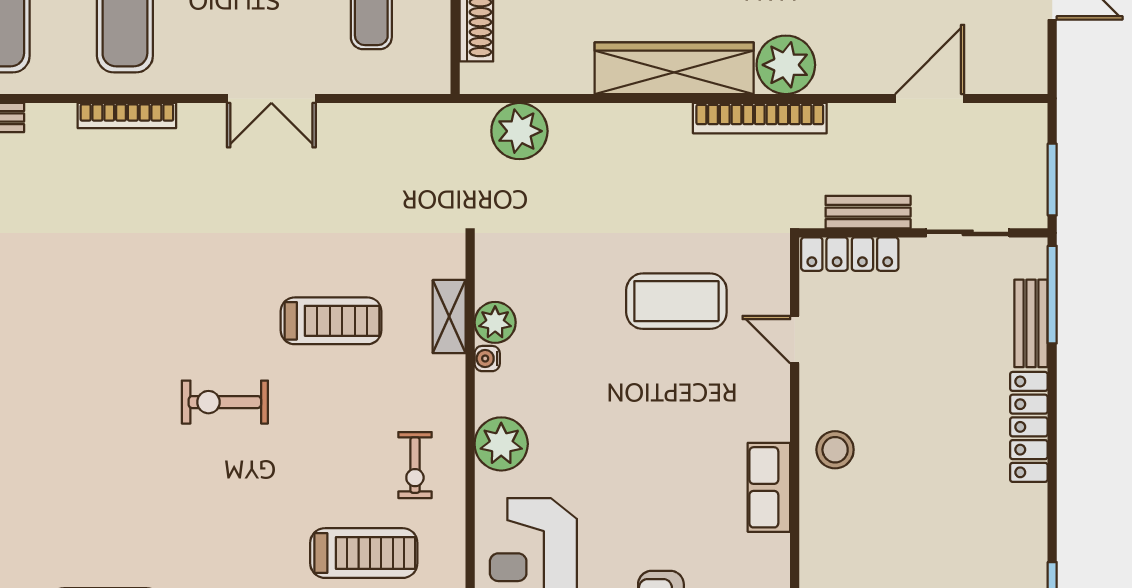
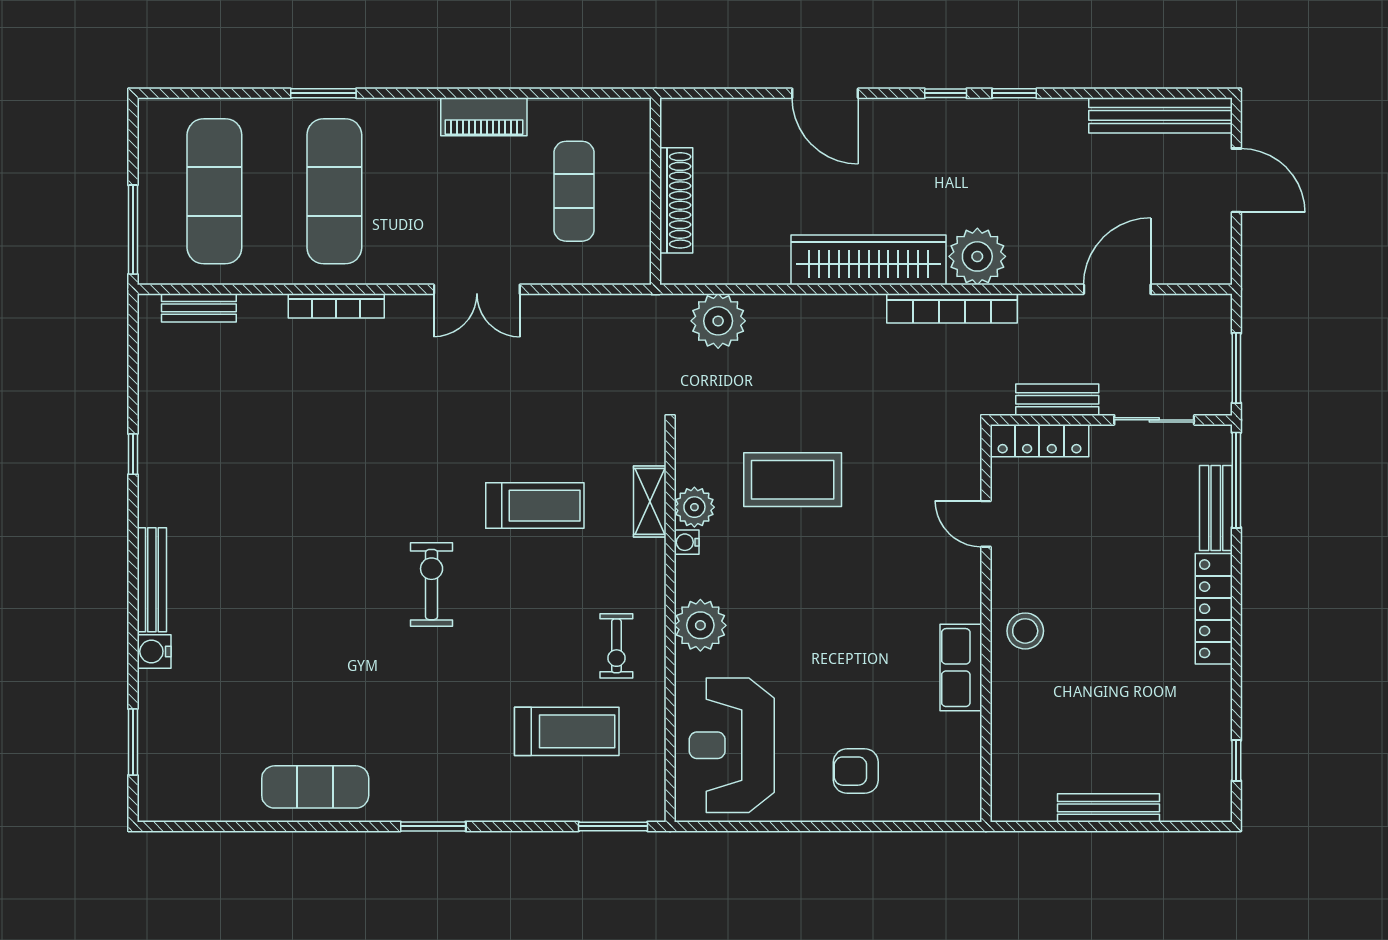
coffee table: (676, 301) -> (793, 480), moved
exercise bike: (225, 402) -> (432, 585), turned 90

